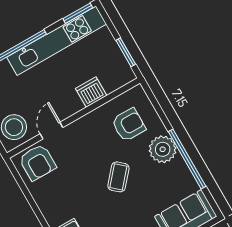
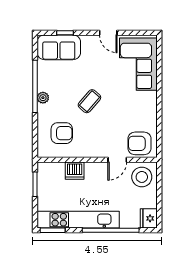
armchair: (129, 125) -> (62, 133), turned 180
plant: (163, 149) -> (43, 98), width x0.53, depth x0.53
armchair: (37, 162) -> (140, 143), turned -90

